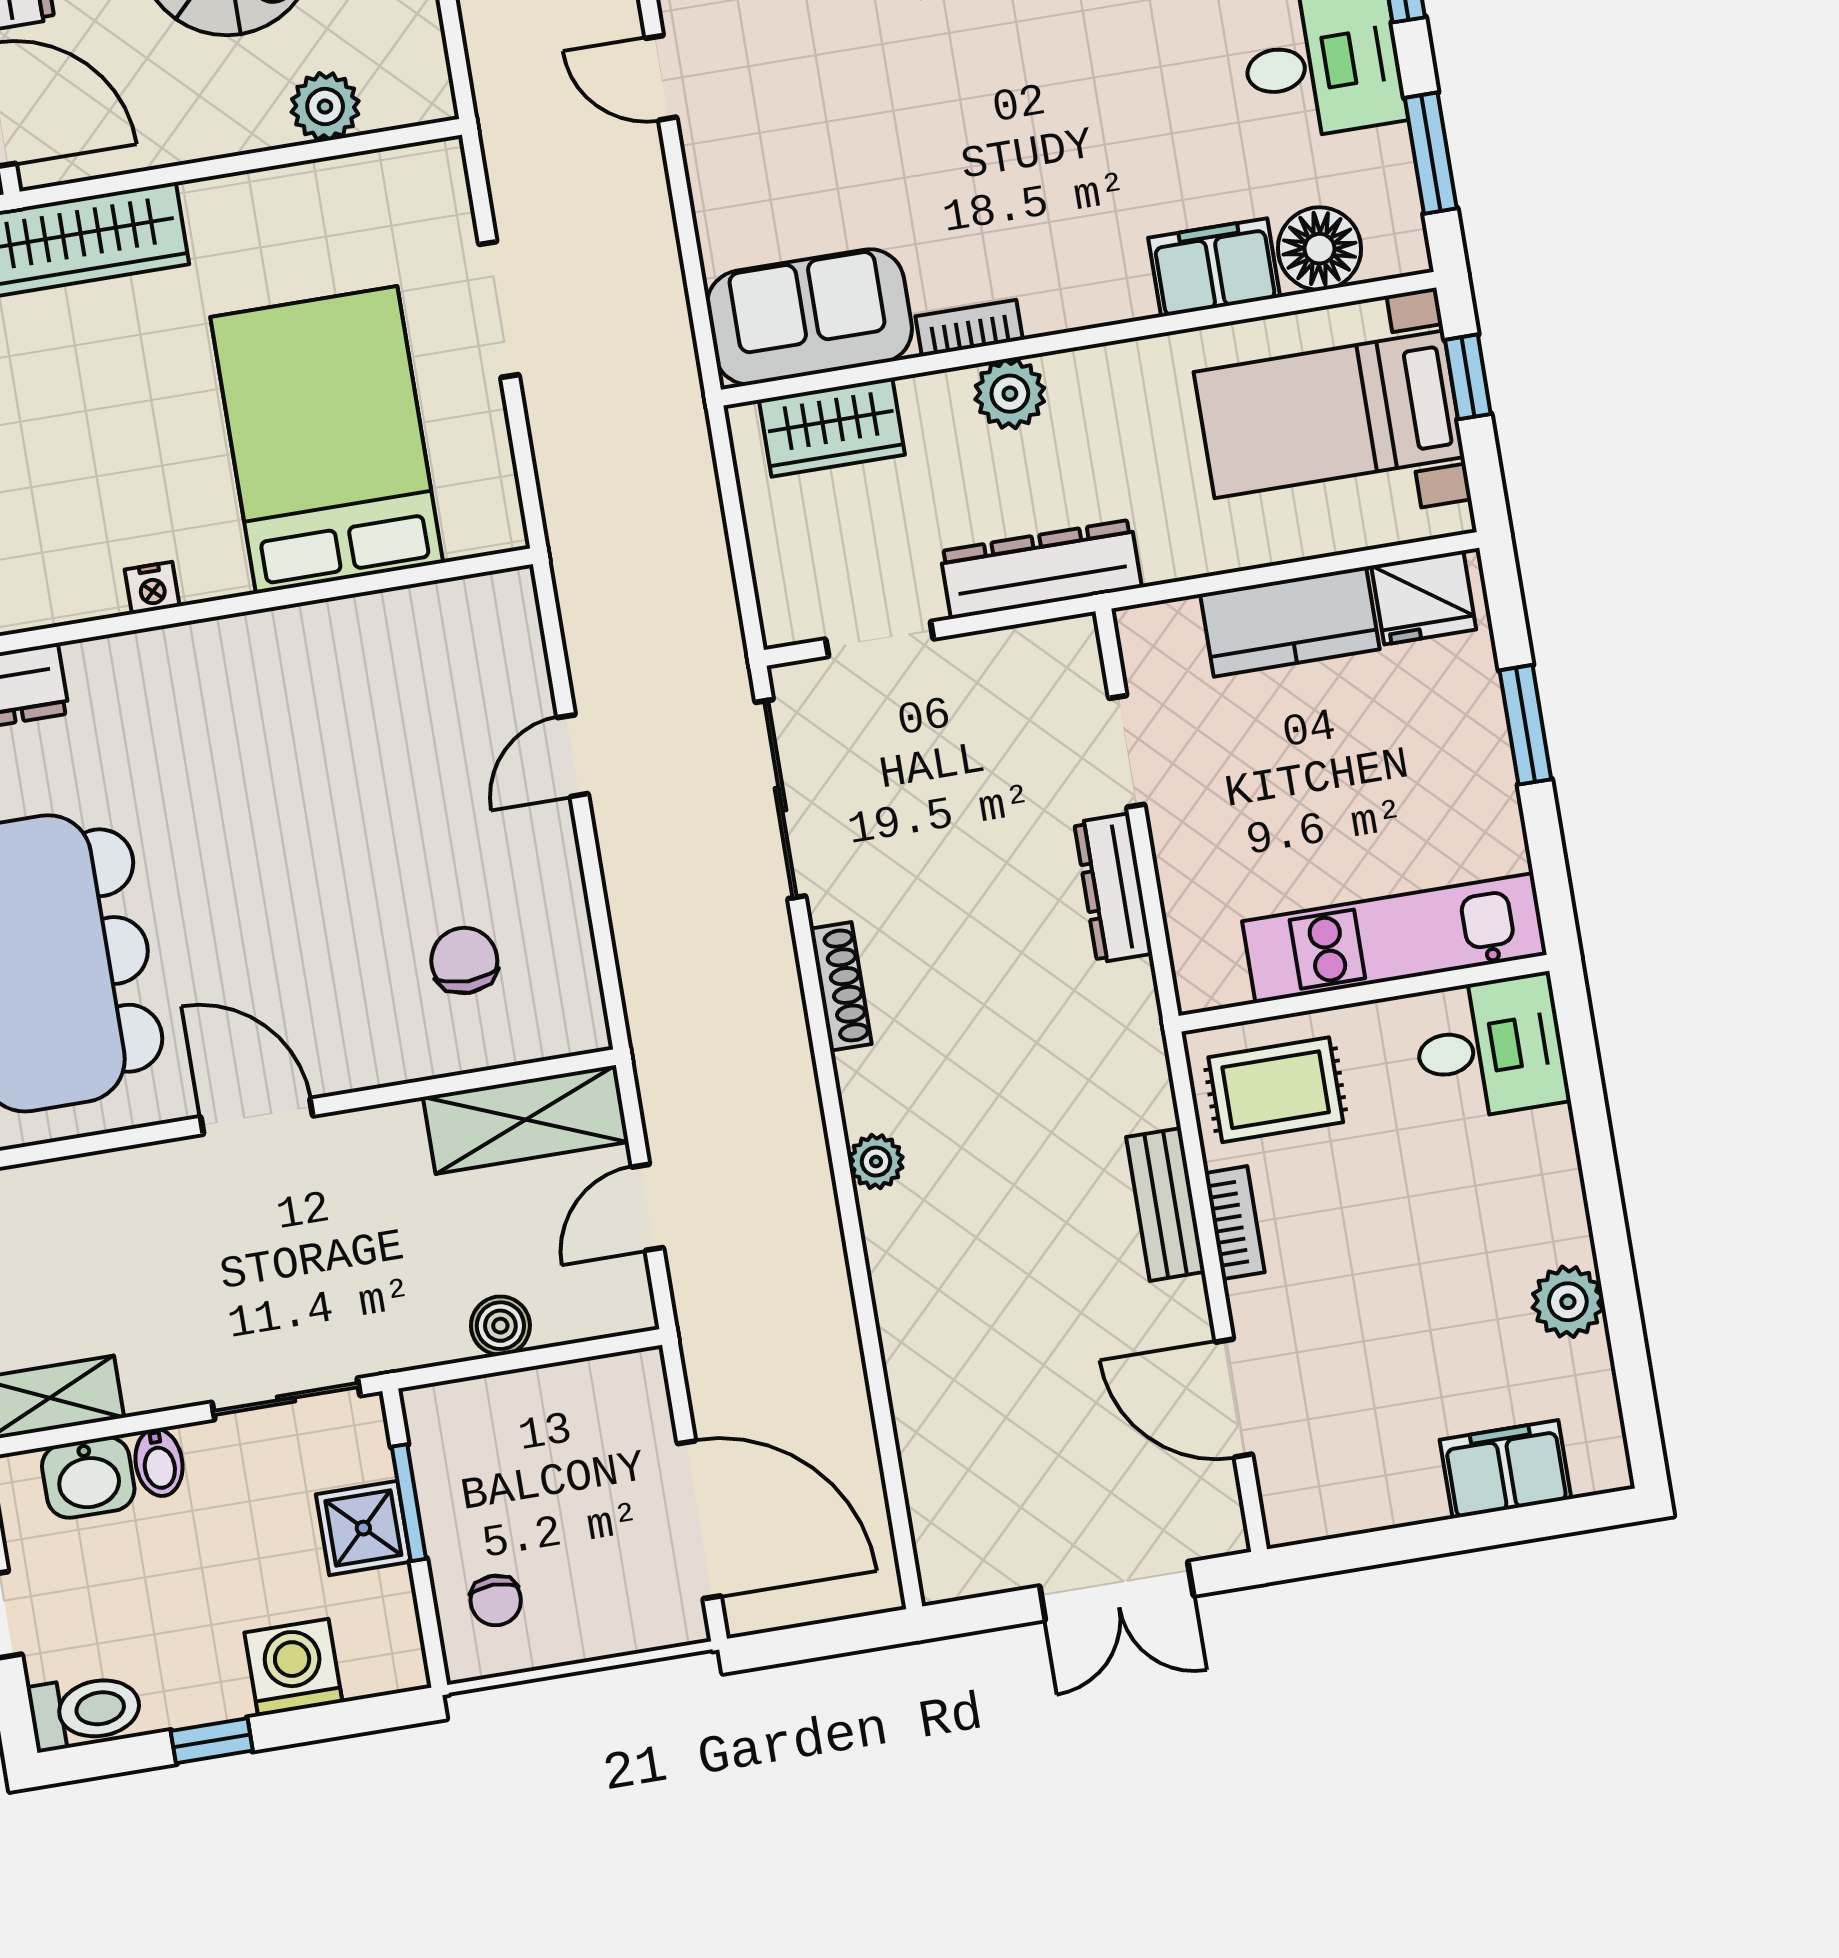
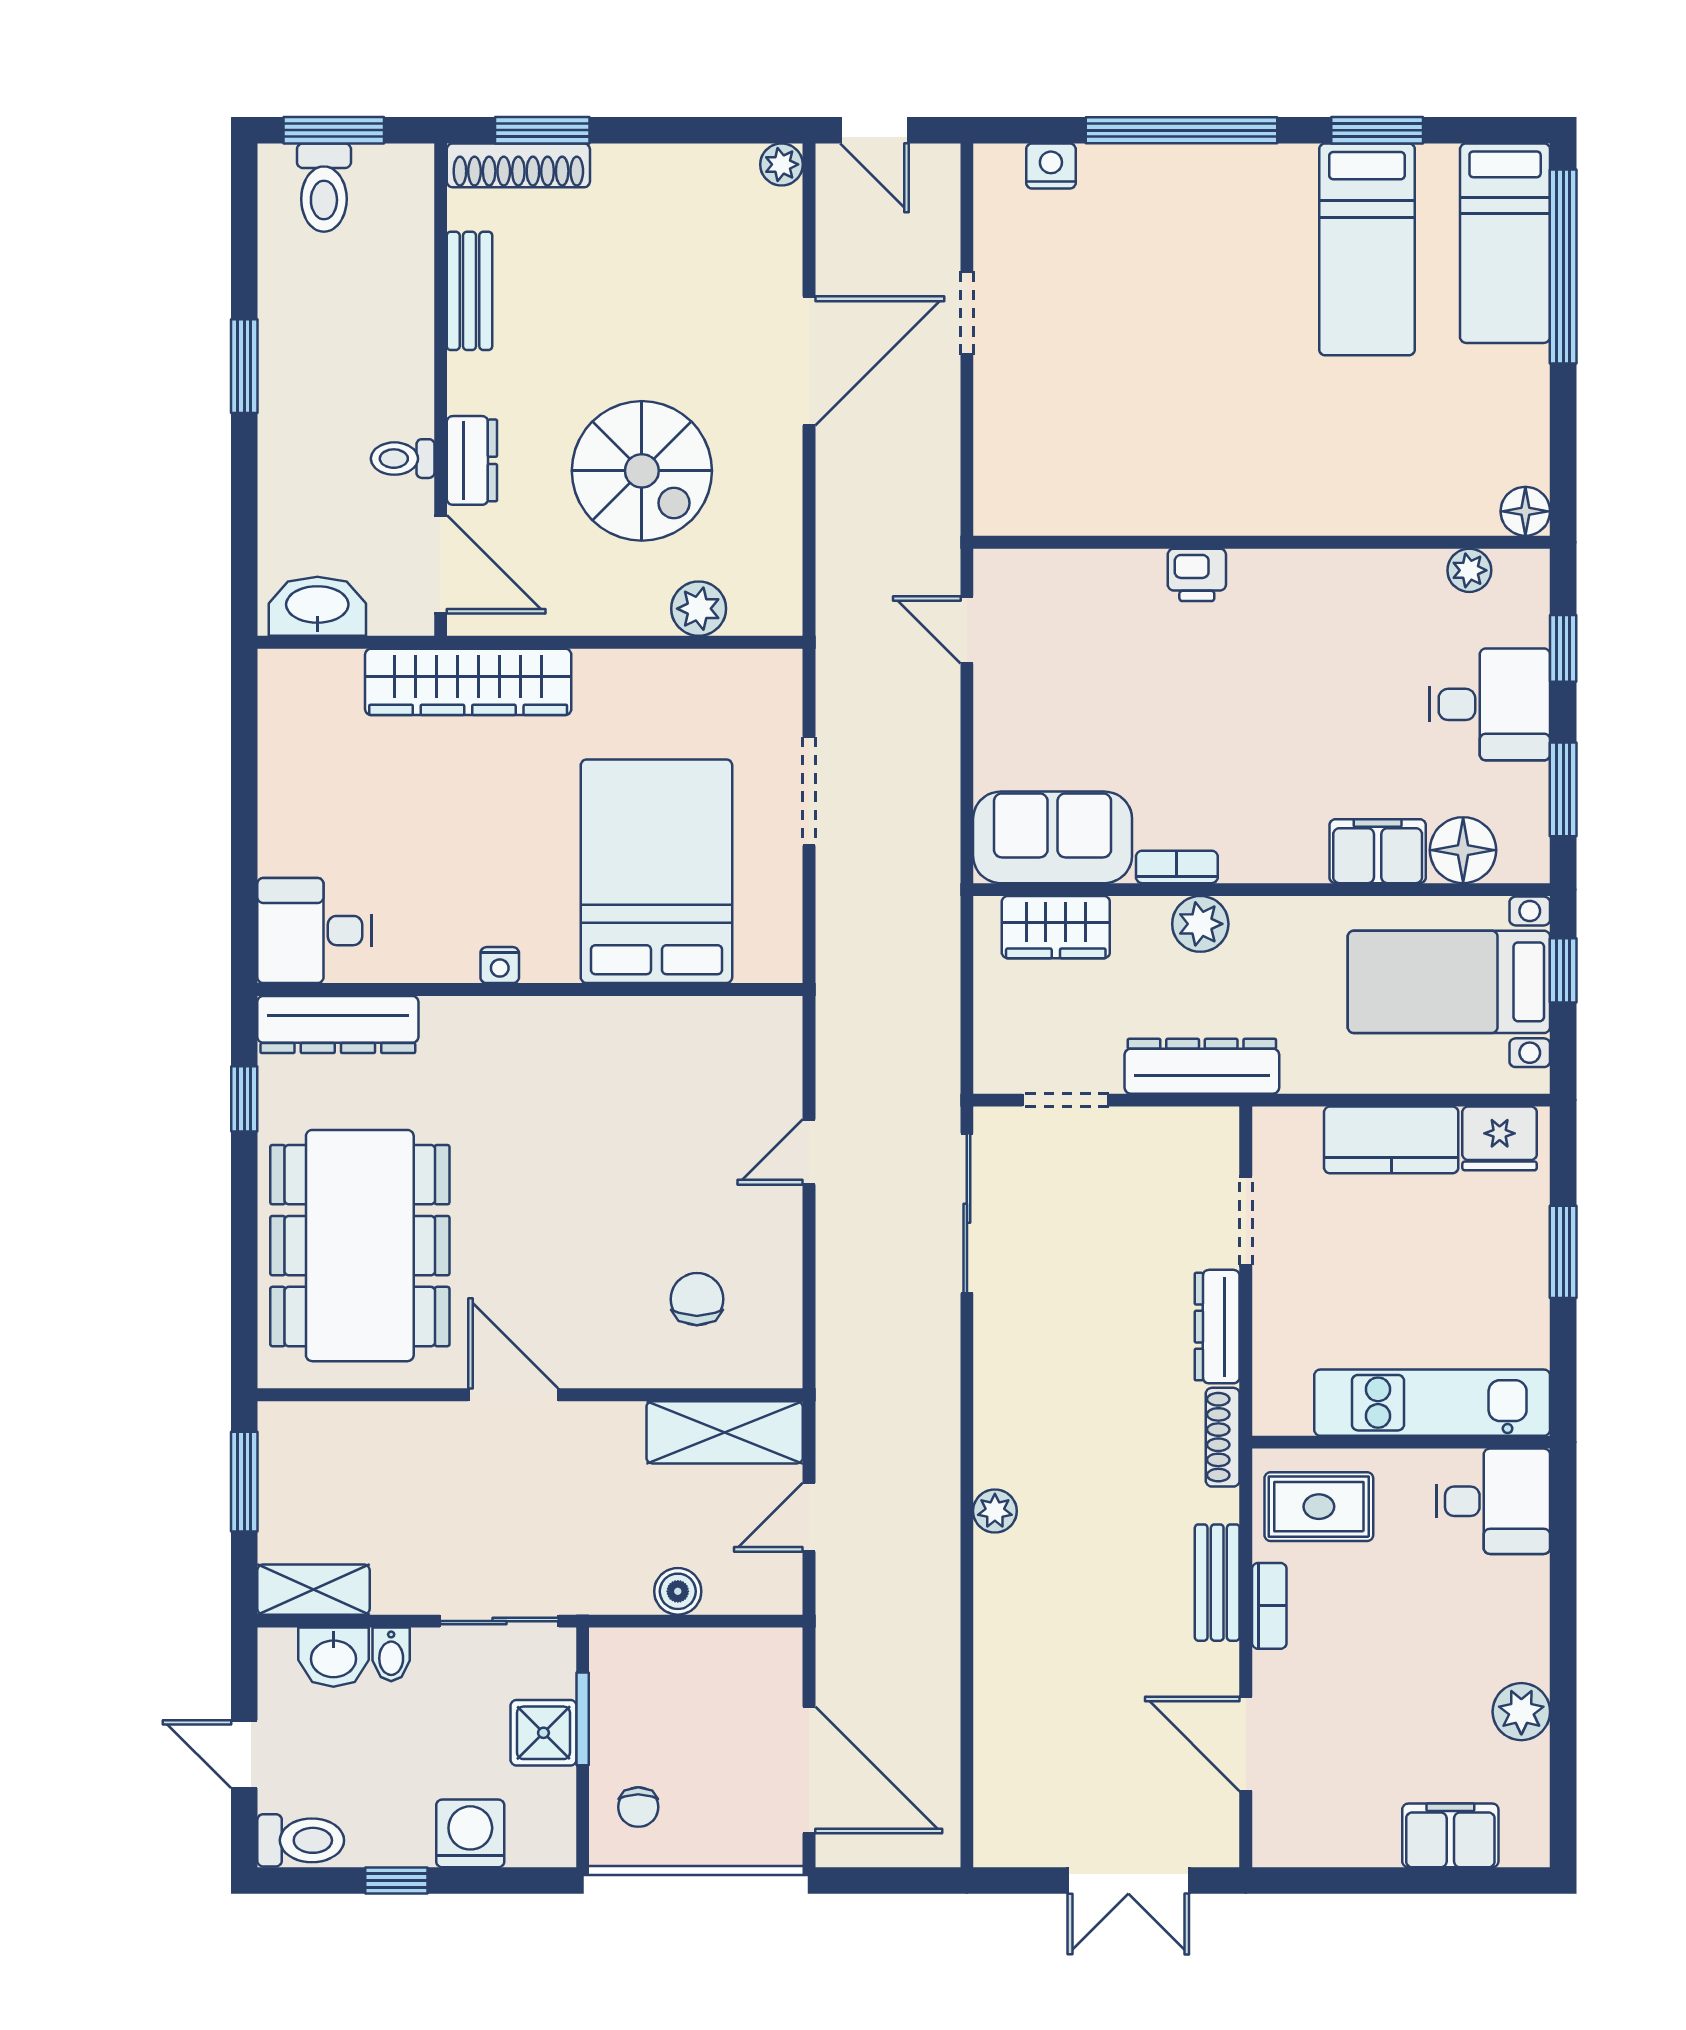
shoe rack: (841, 986) -> (1223, 1437), moved, turned 180

